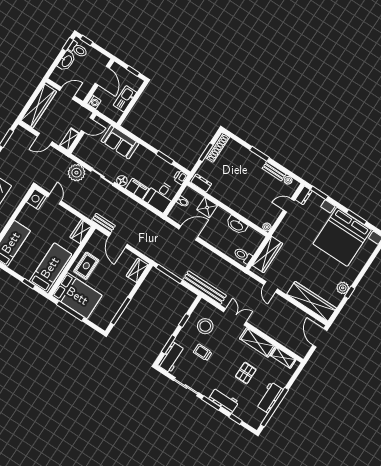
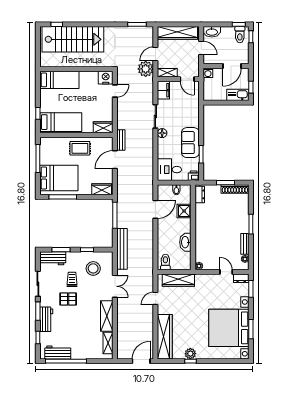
washbasin: (67, 61) -> (212, 32), moved
kitchen sink: (125, 99) -> (238, 95), moved
door: (45, 139) -> (155, 54), hinge flipped
sofa: (120, 142) -> (190, 143), moved
plant: (76, 173) -> (146, 69), moved
filing cabinet: (137, 189) -> (163, 90), moved
door: (188, 233) -> (155, 209), hinge flipped
bed: (77, 296) -> (59, 178), moved, turned -90
pallet: (246, 373) -> (68, 299), moved
workbench: (269, 397) -> (58, 352), moved

